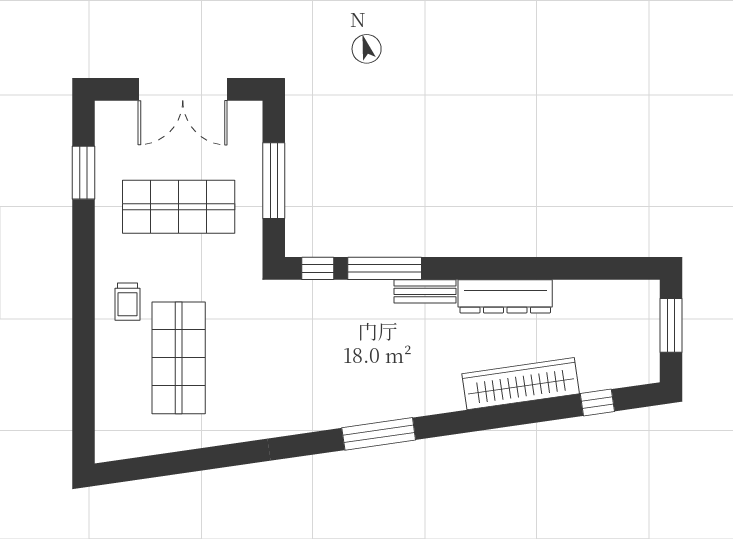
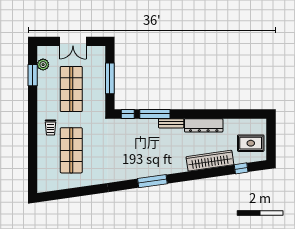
double door: (183, 89) -> (73, 41), width x0.73
plant: (109, 147) -> (43, 65), added
shop shelf: (179, 207) -> (71, 89), turned 90
window: (671, 325) -> (271, 137), removed
rug: (621, 340) -> (251, 143), added

